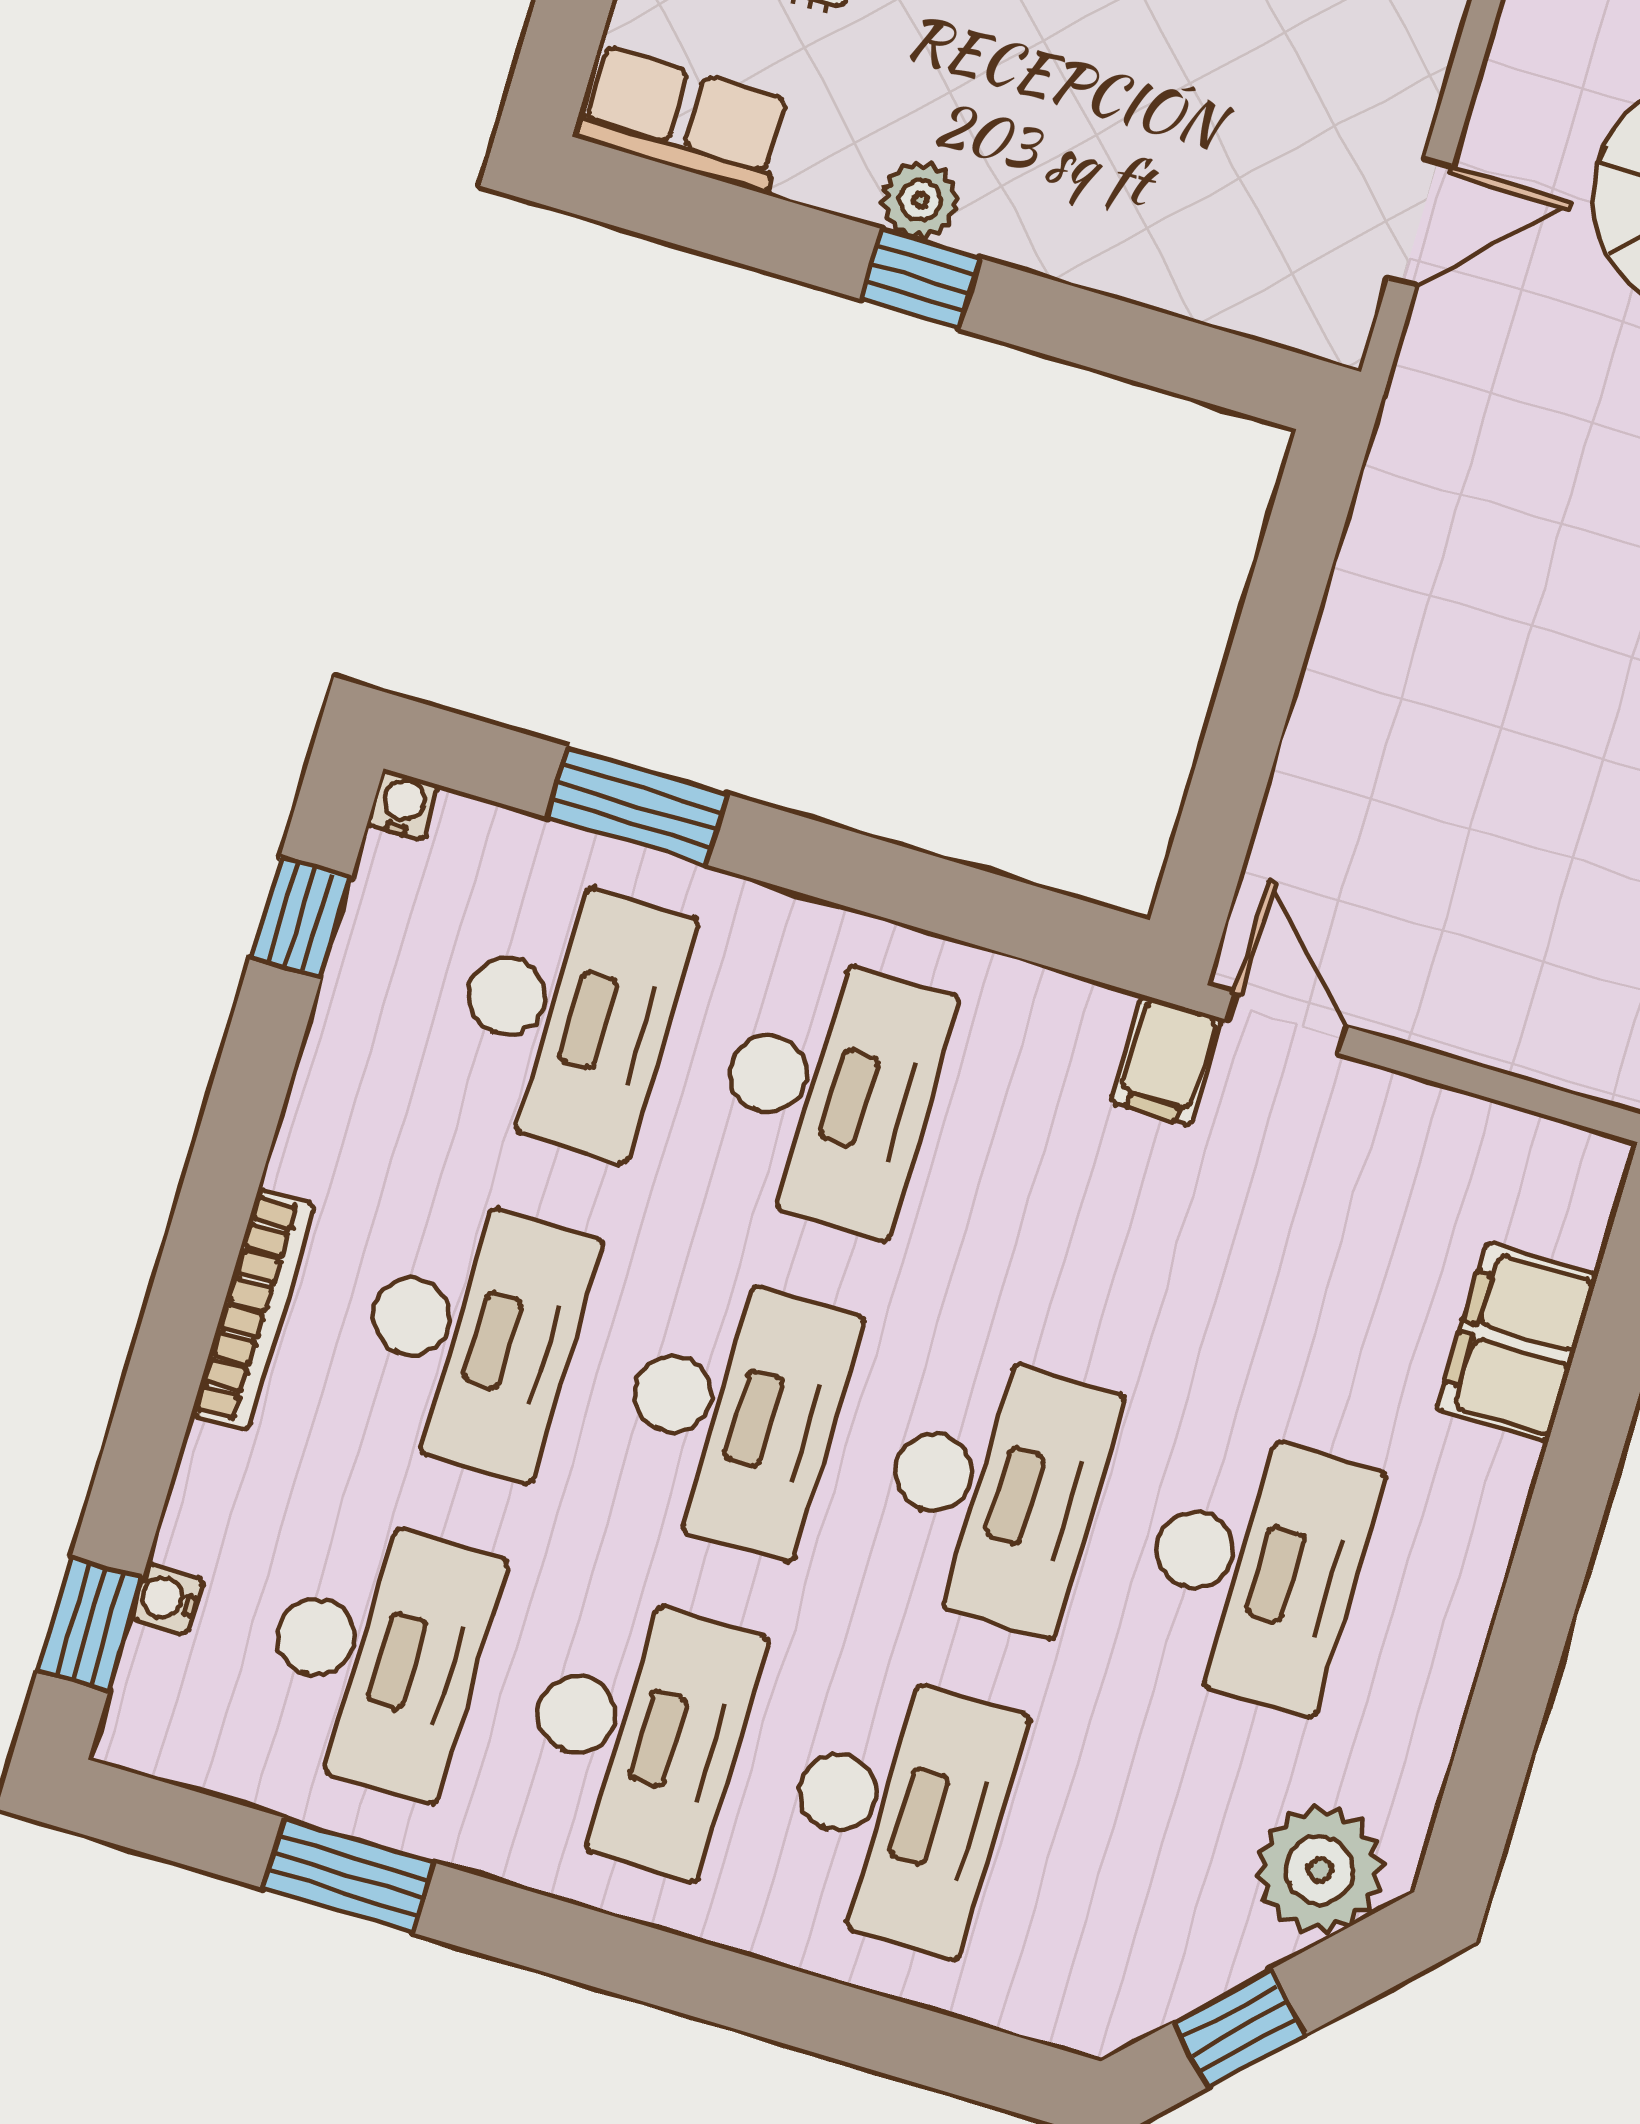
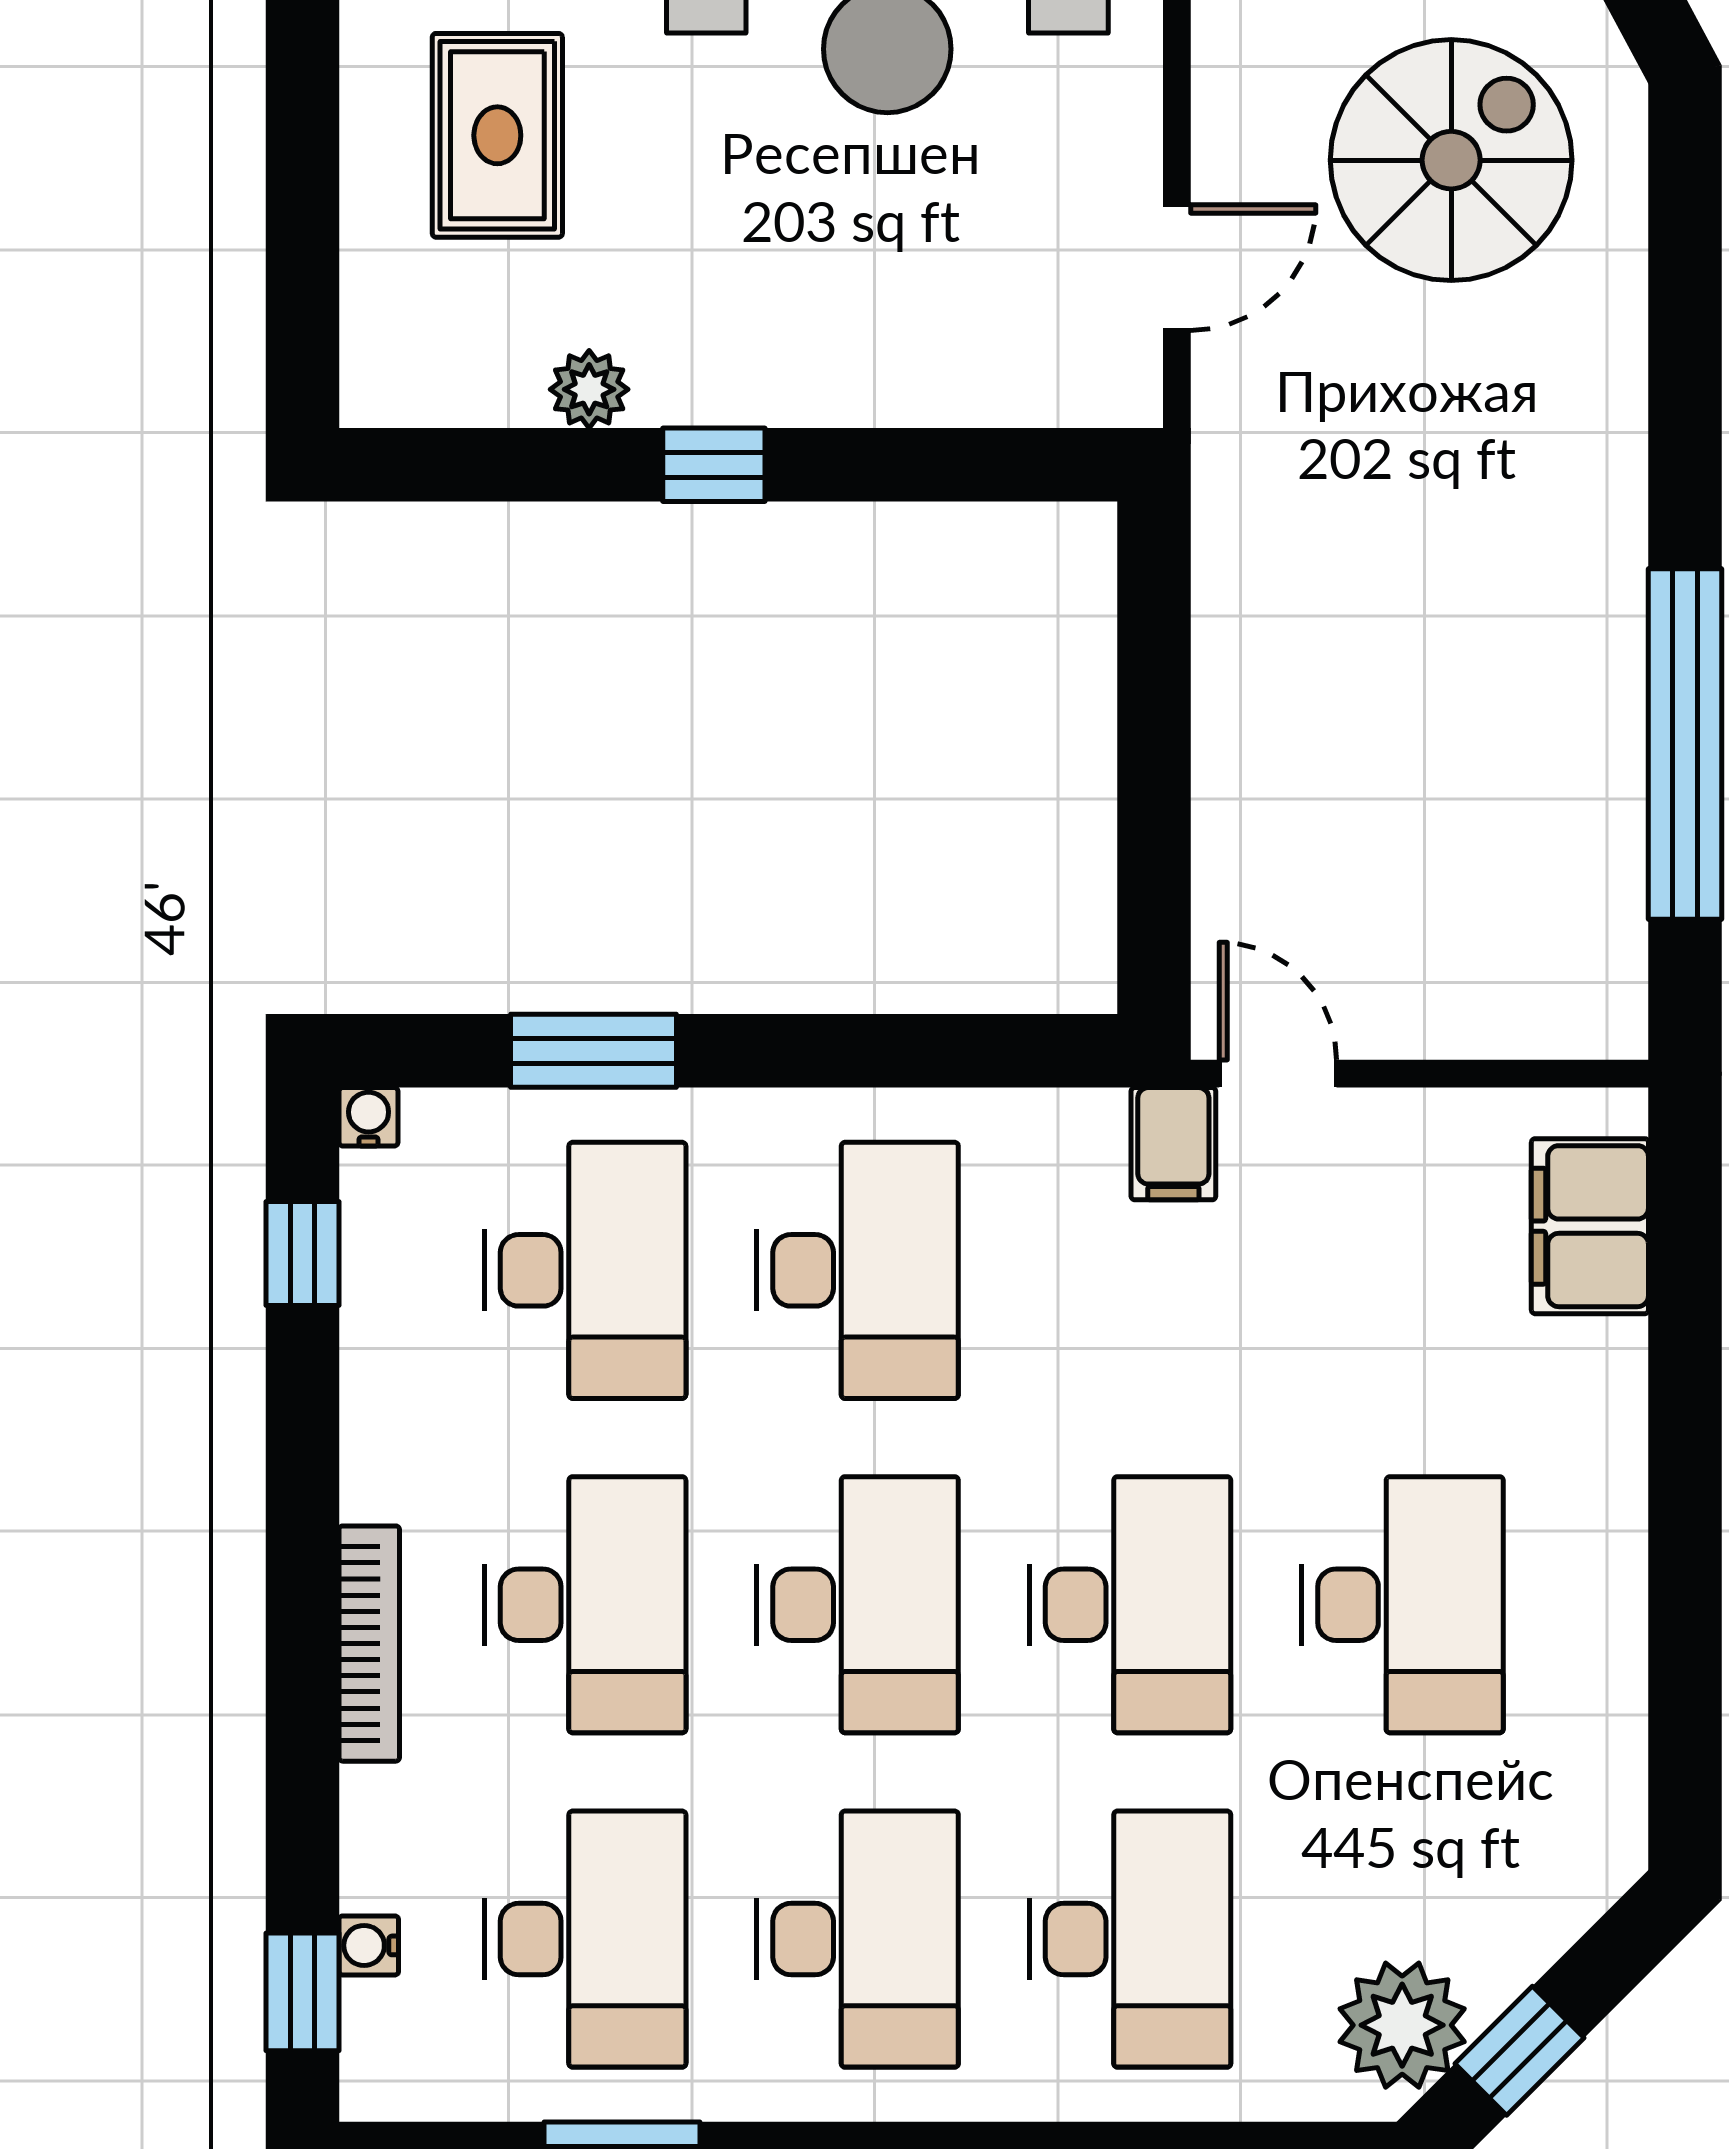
row of seats: (683, 119) -> (441, 380), removed
plant: (920, 200) -> (589, 389), moved
filing cabinet: (1517, 1343) -> (1590, 1226), moved
plant: (1320, 1870) -> (1402, 2025), moved

